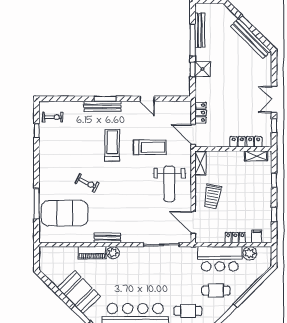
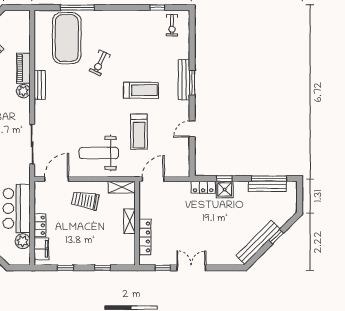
window: (193, 40) -> (269, 178), moved
locker: (200, 113) -> (203, 187), moved
shelving: (256, 156) -> (129, 221), moved
filing cabinet: (257, 236) -> (41, 249), width x2.00

